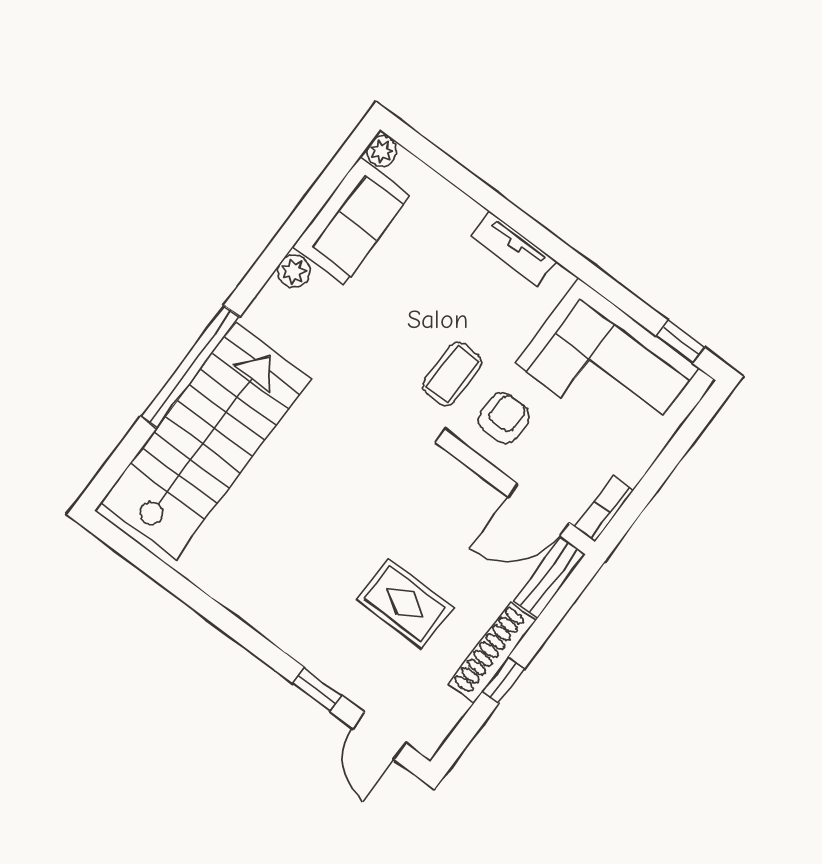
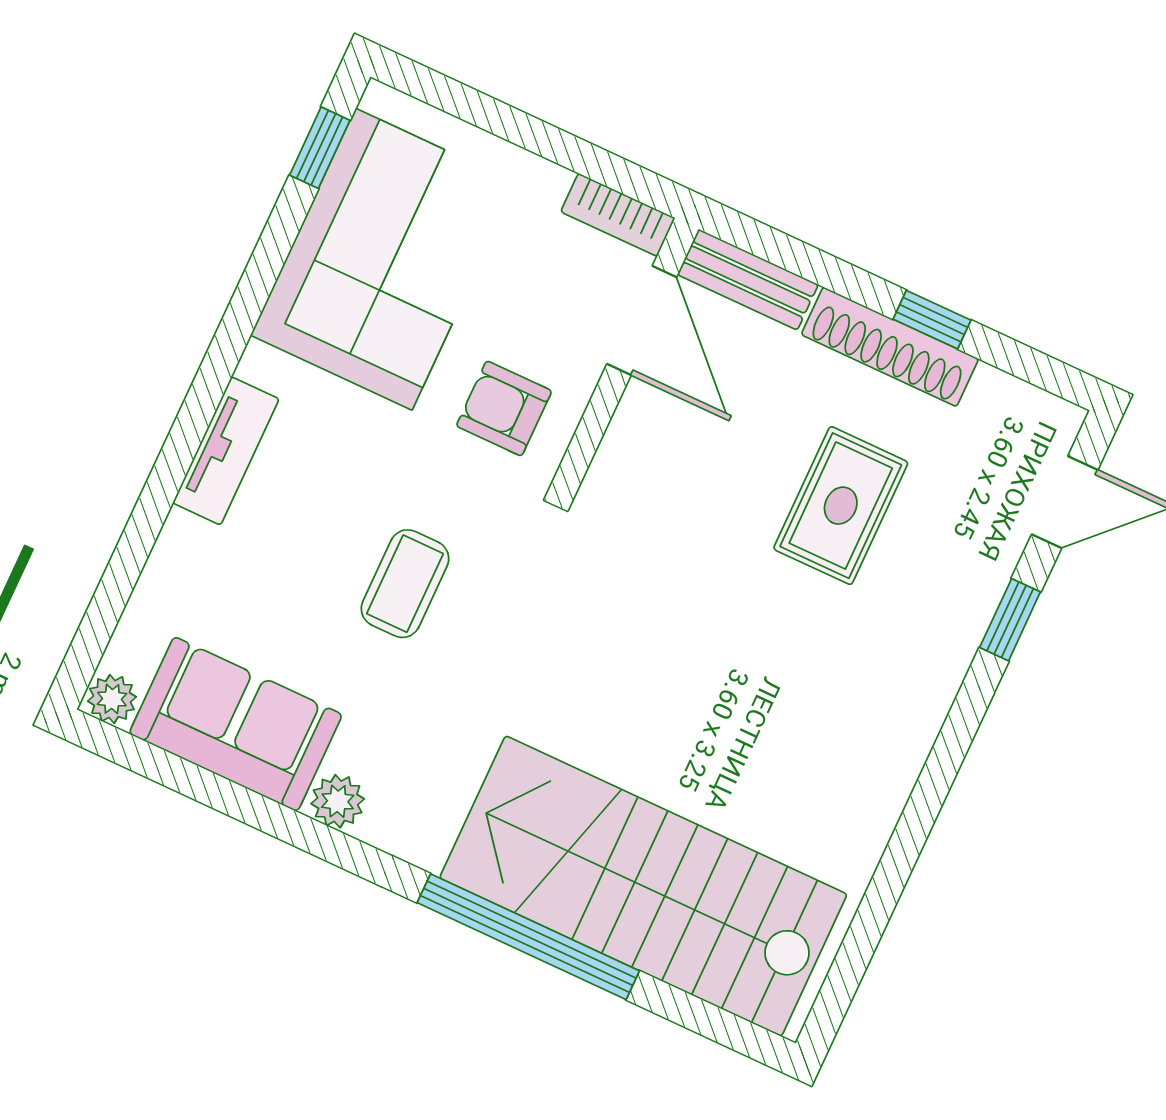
coffee table: (452, 374) -> (405, 584), moved, turned 90

